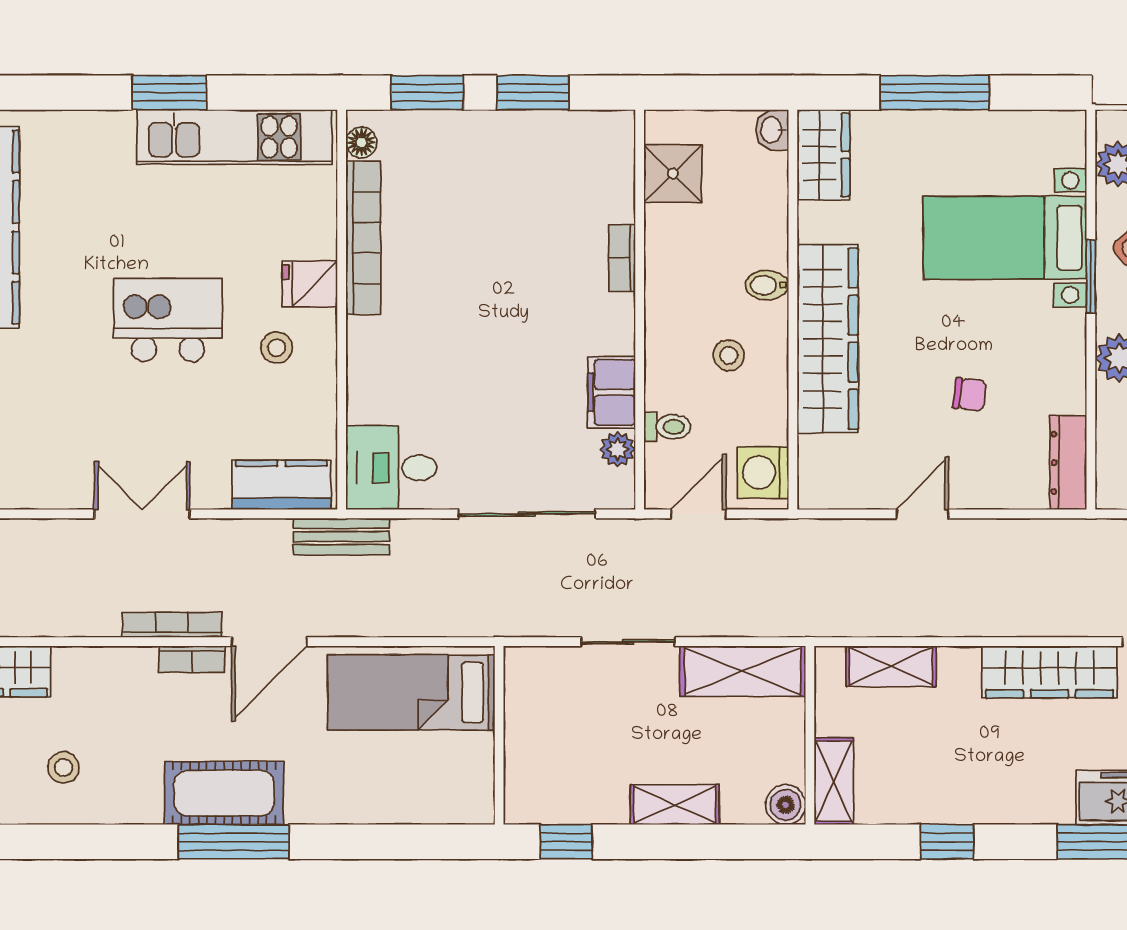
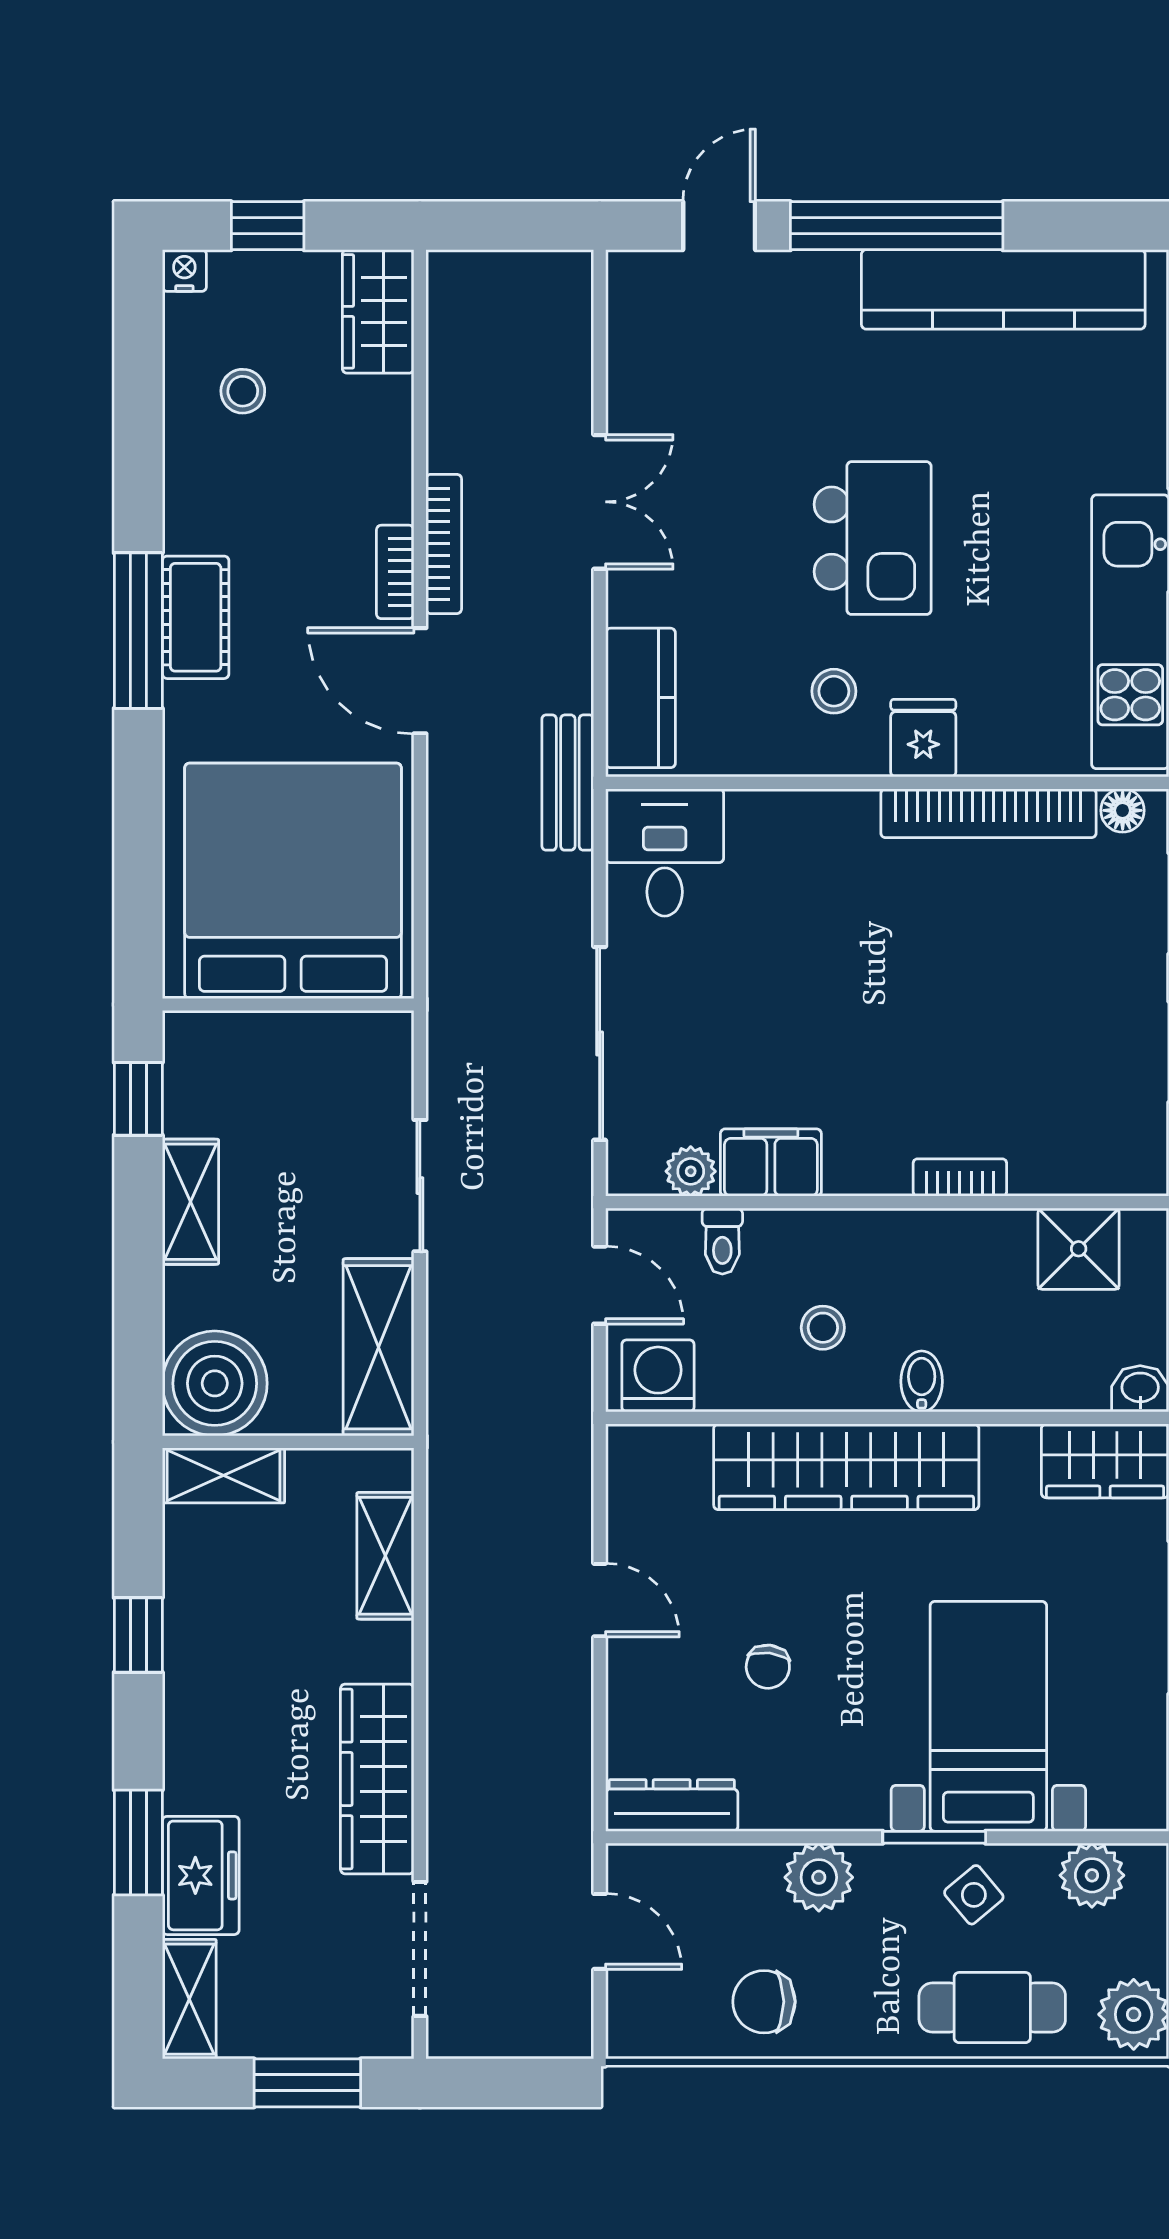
bed: (411, 693) -> (293, 881), width x2.04
cot: (224, 793) -> (196, 617), width x0.73, depth x0.75
shelving: (675, 805) -> (190, 1202), moved
boiler: (786, 805) -> (215, 1383), width x1.86, depth x1.86

